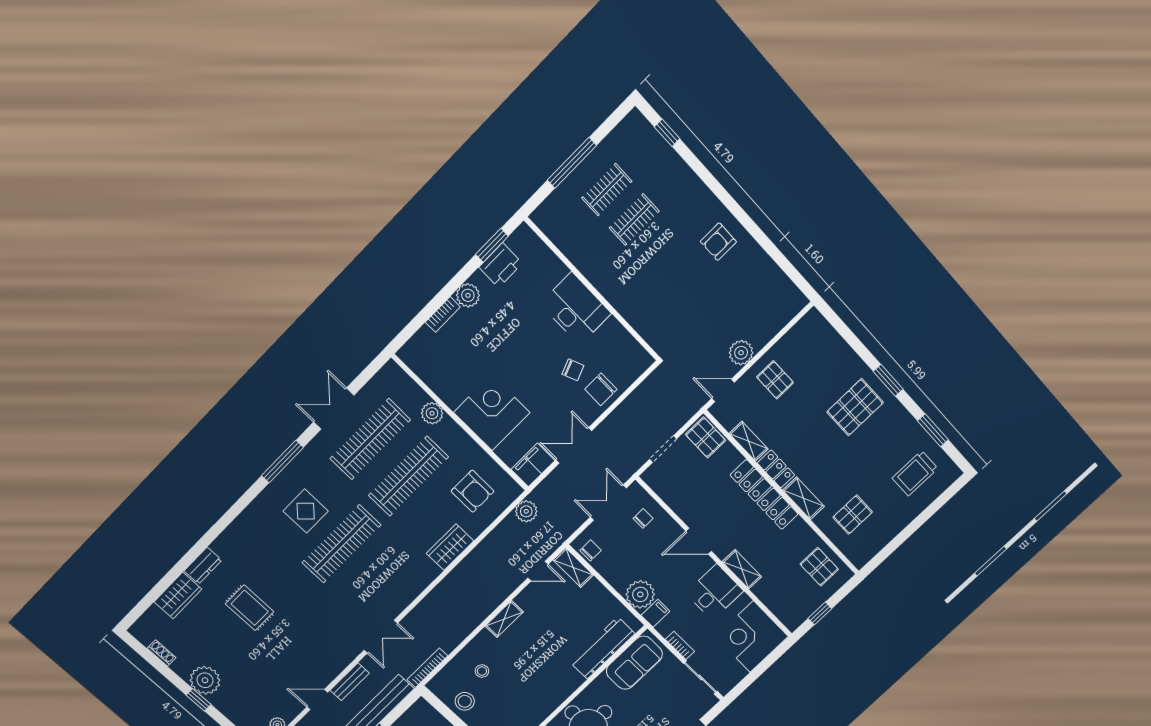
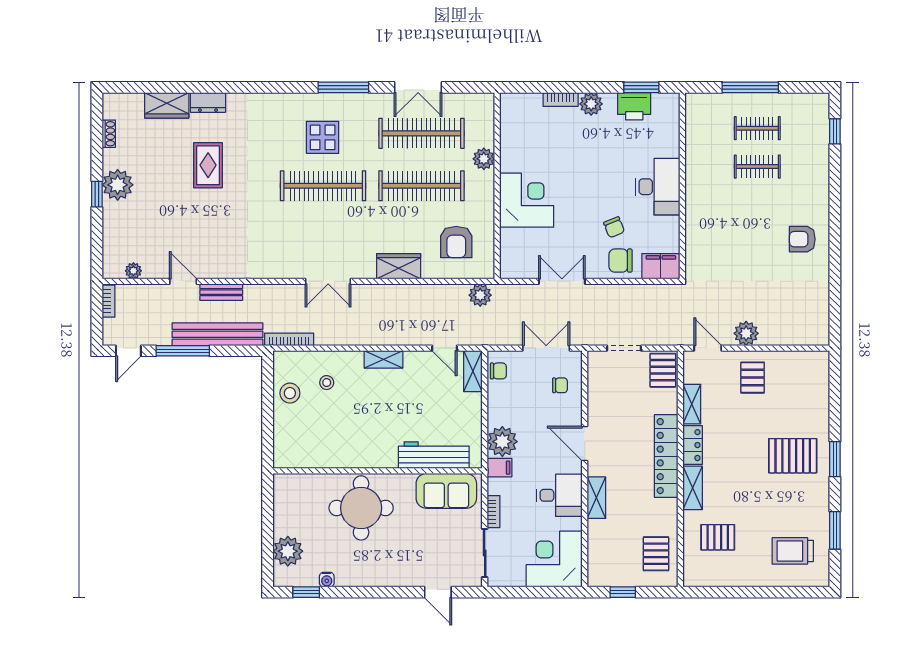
double door: (334, 409) -> (418, 87), swing flipped
filing cabinet: (533, 465) -> (661, 266), moved
double door: (381, 637) -> (328, 281), moved

